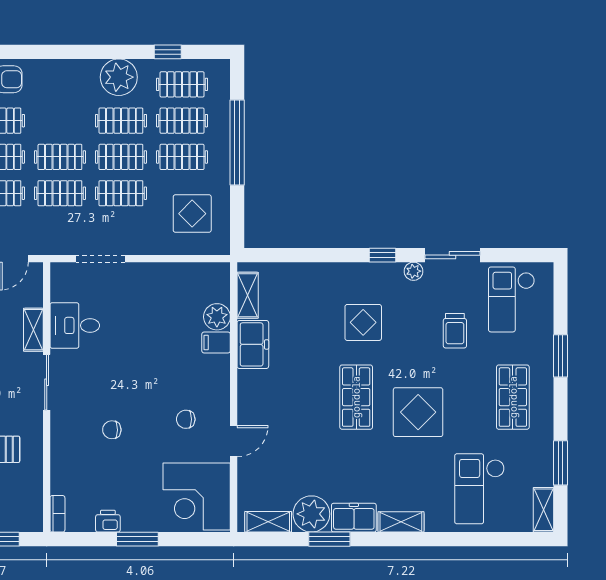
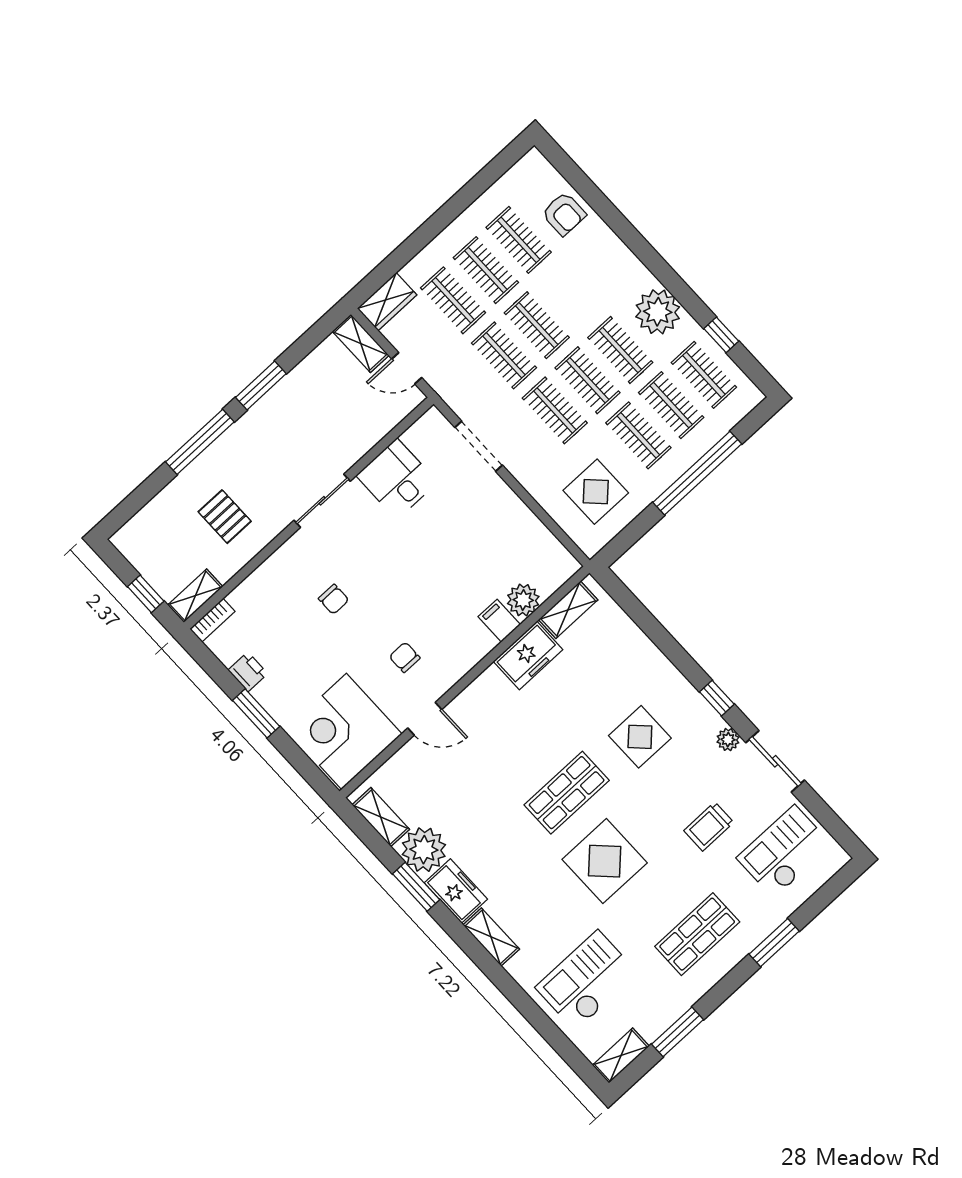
shelving: (33, 330) -> (195, 596), moved
chair: (112, 430) -> (334, 599), turned 180

